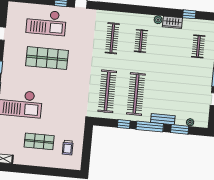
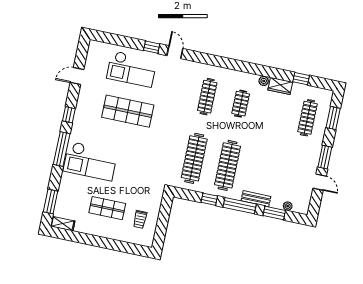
clothes rail: (198, 46) -> (307, 118), width x1.36

